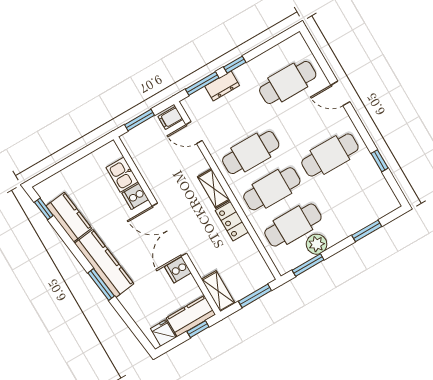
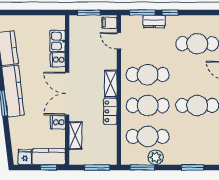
shelving: (218, 291) -> (75, 136), moved

